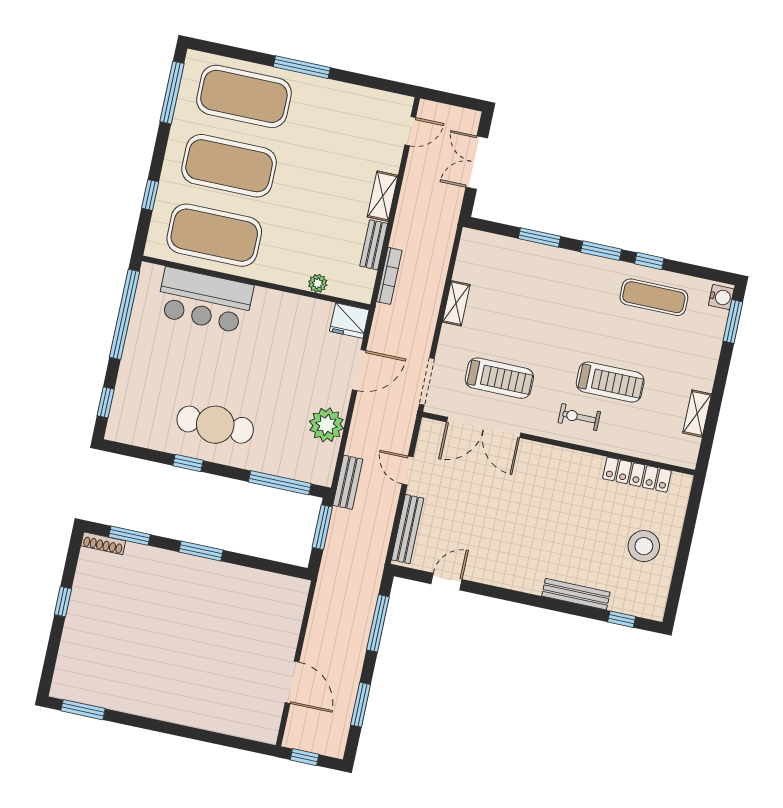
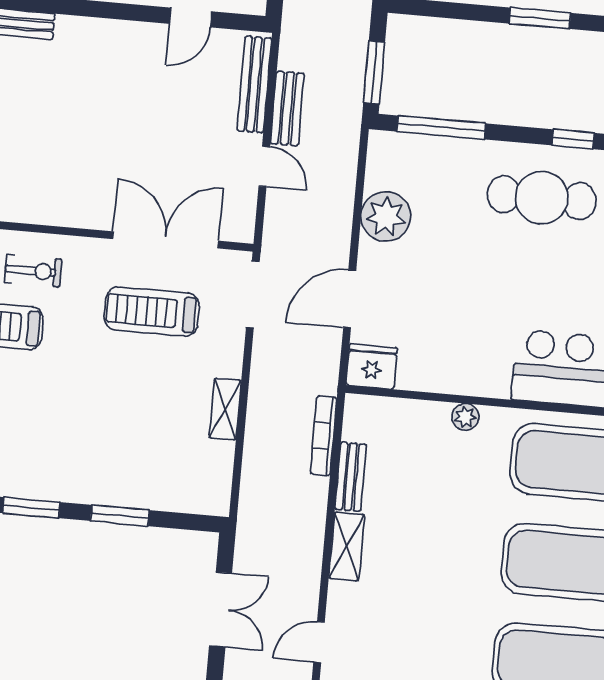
plant: (318, 283) -> (465, 417), moved
bench: (348, 482) -> (287, 108), moved

